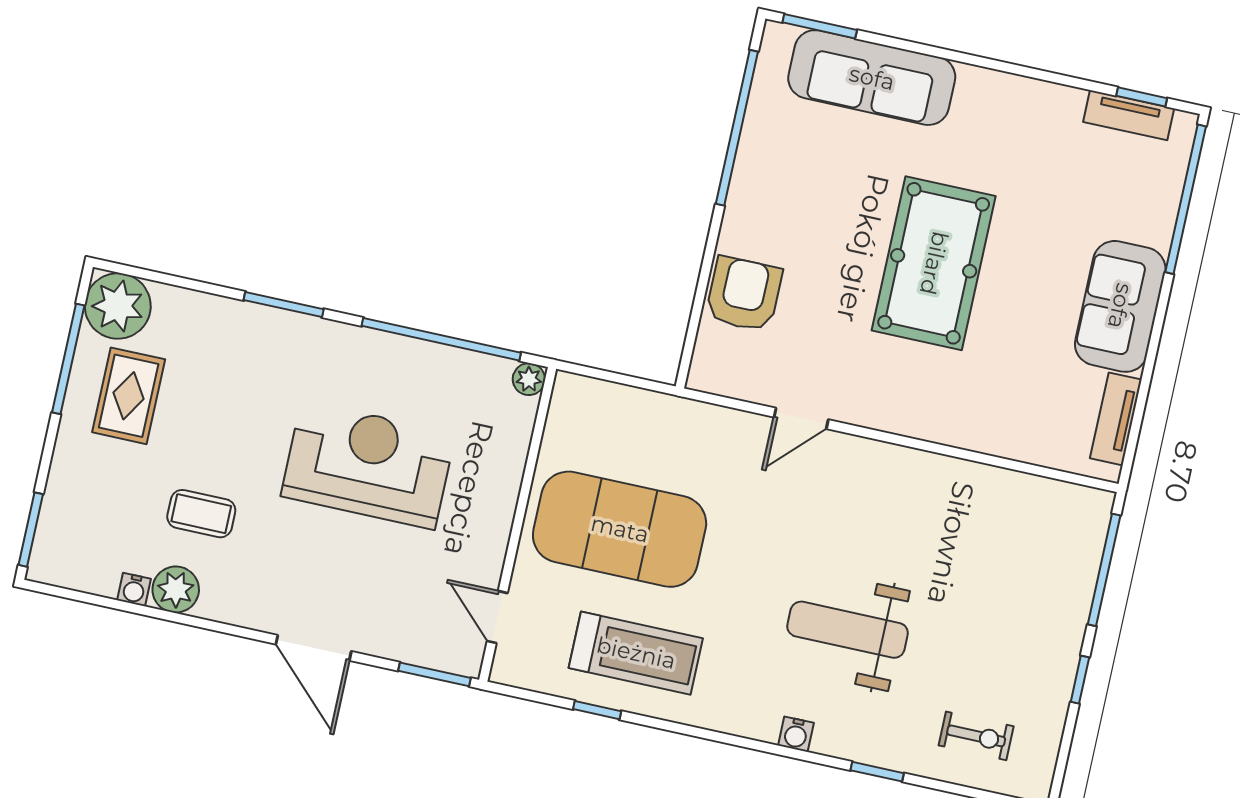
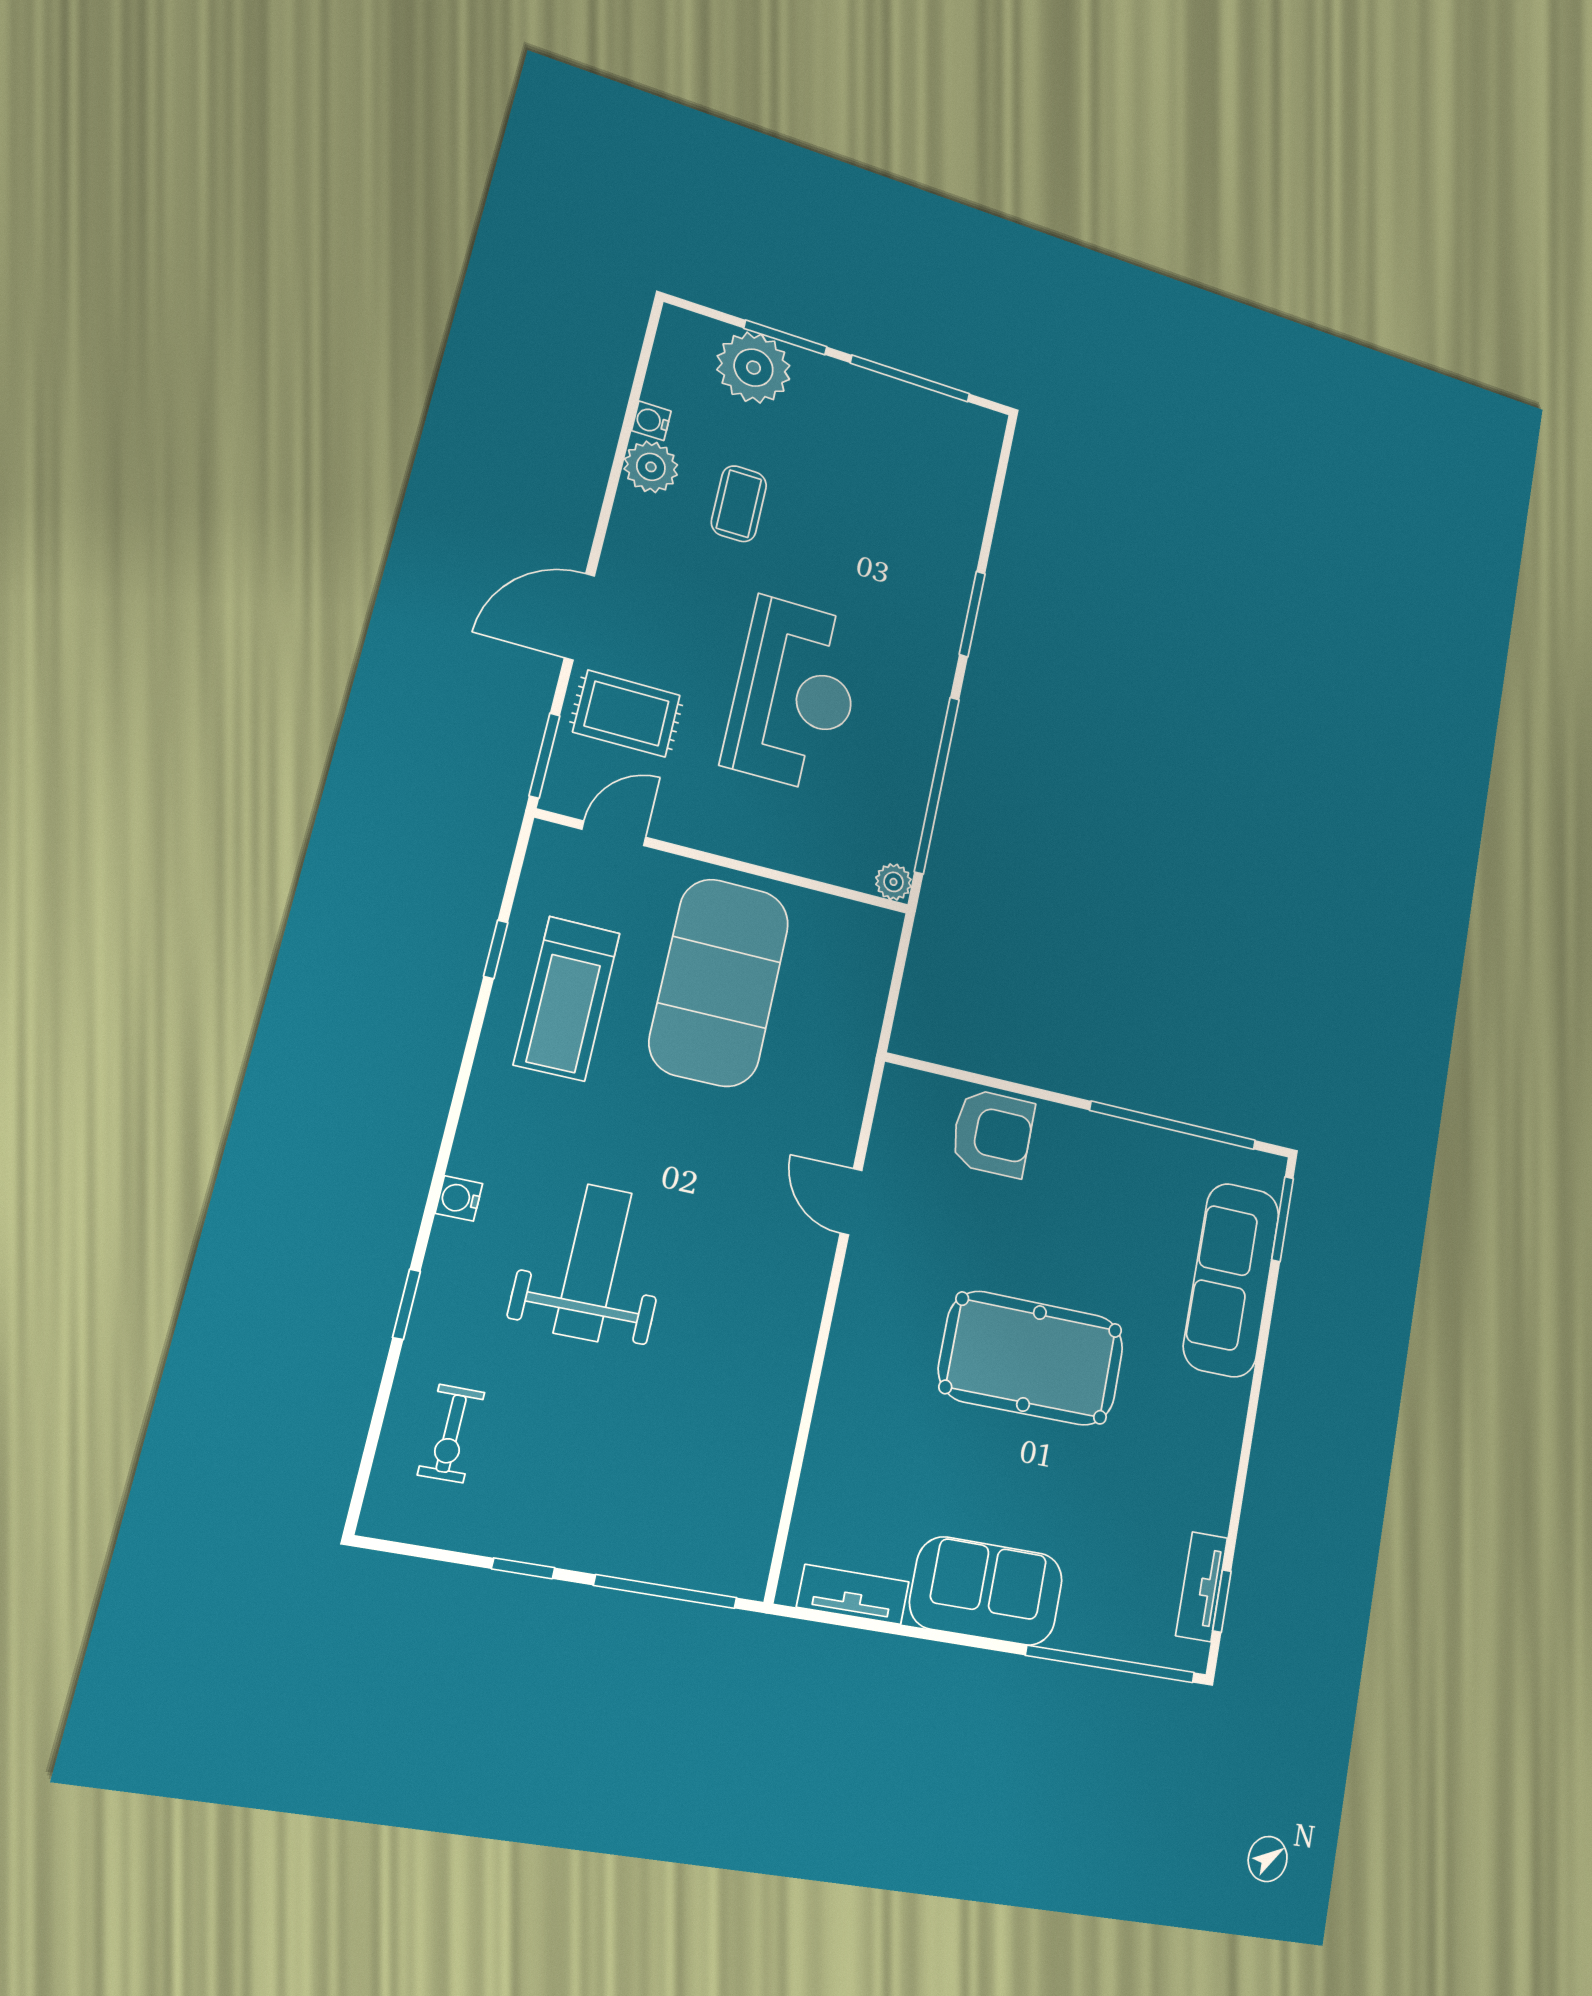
plant: (118, 306) -> (754, 368), moved
rug: (129, 396) -> (627, 714), moved
window: (31, 530) -> (785, 337), moved

